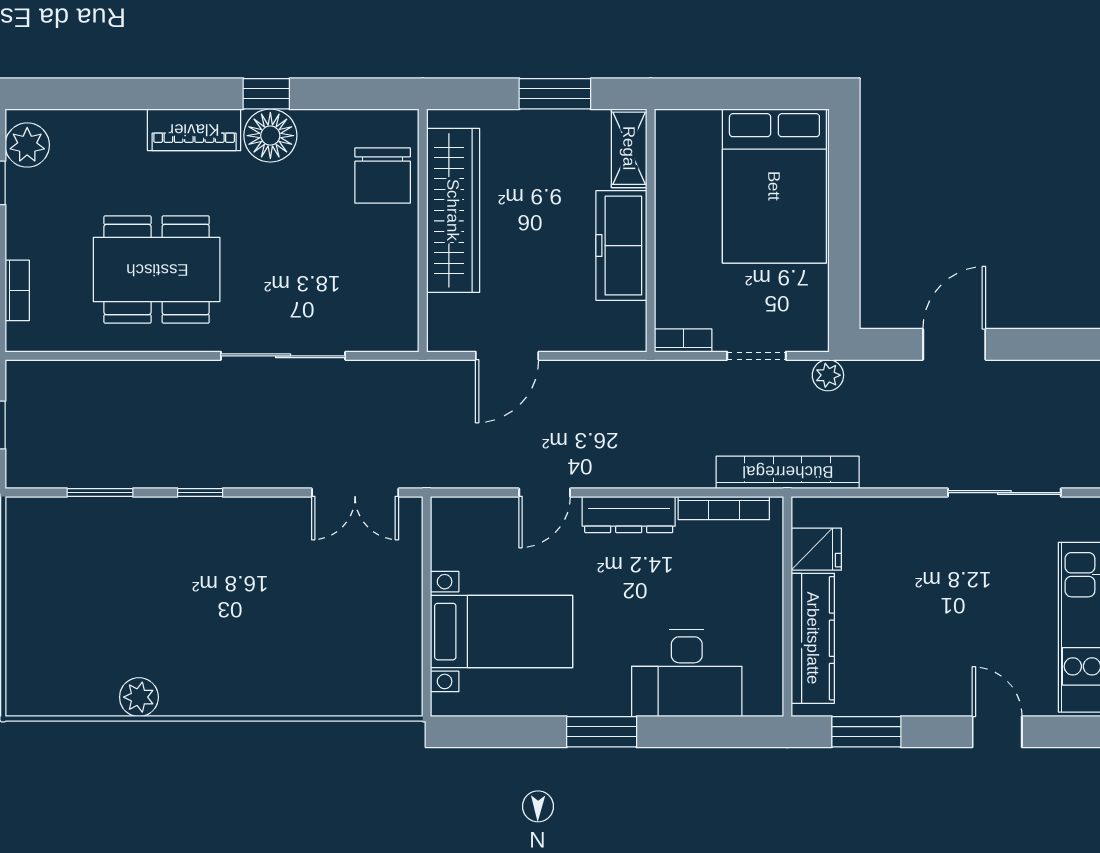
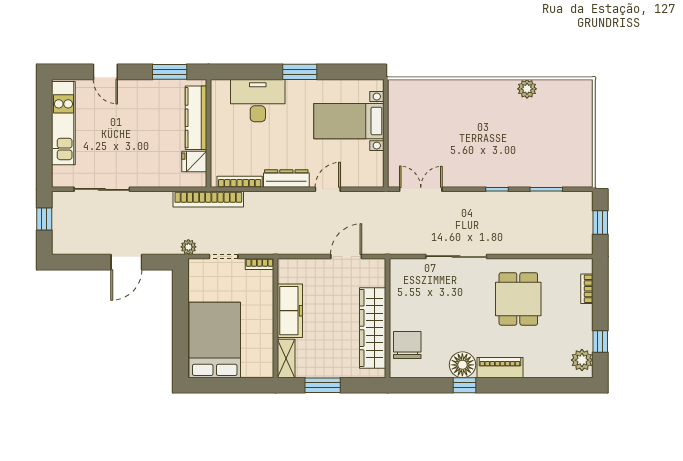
dining table: (157, 270) -> (518, 299), width x0.73

